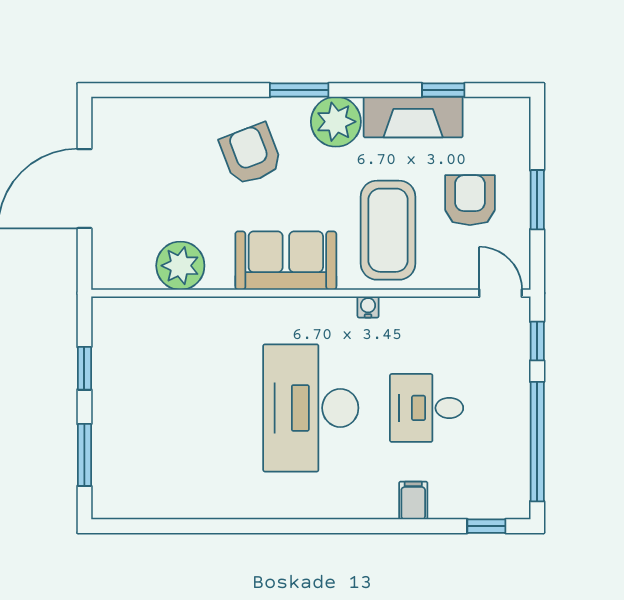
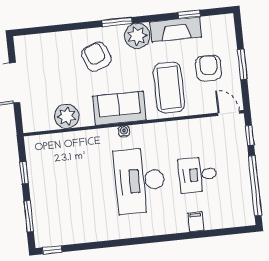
water cooler: (368, 307) -> (124, 131), moved
window: (486, 526) -> (52, 250), moved

